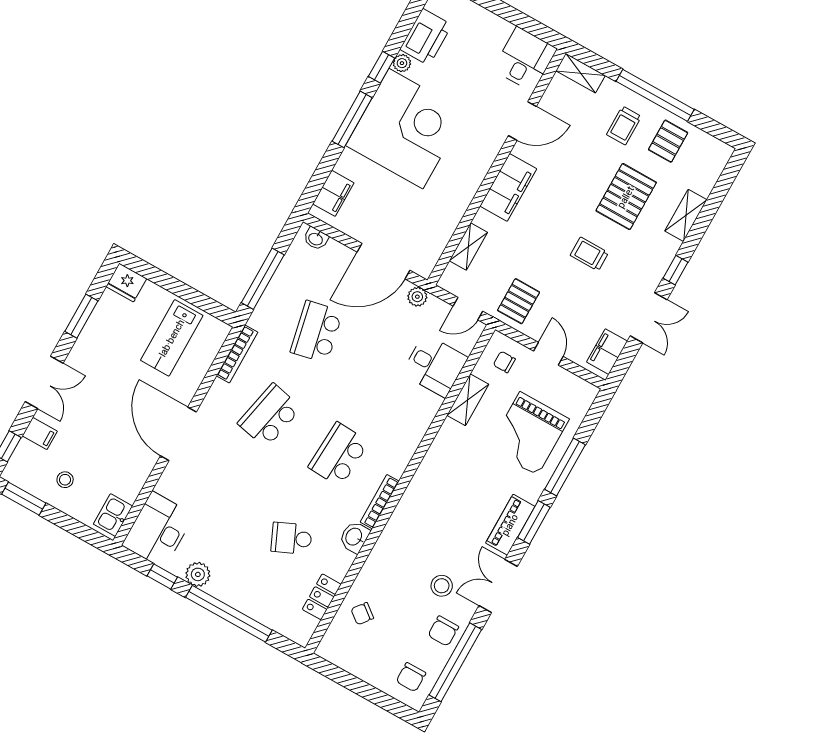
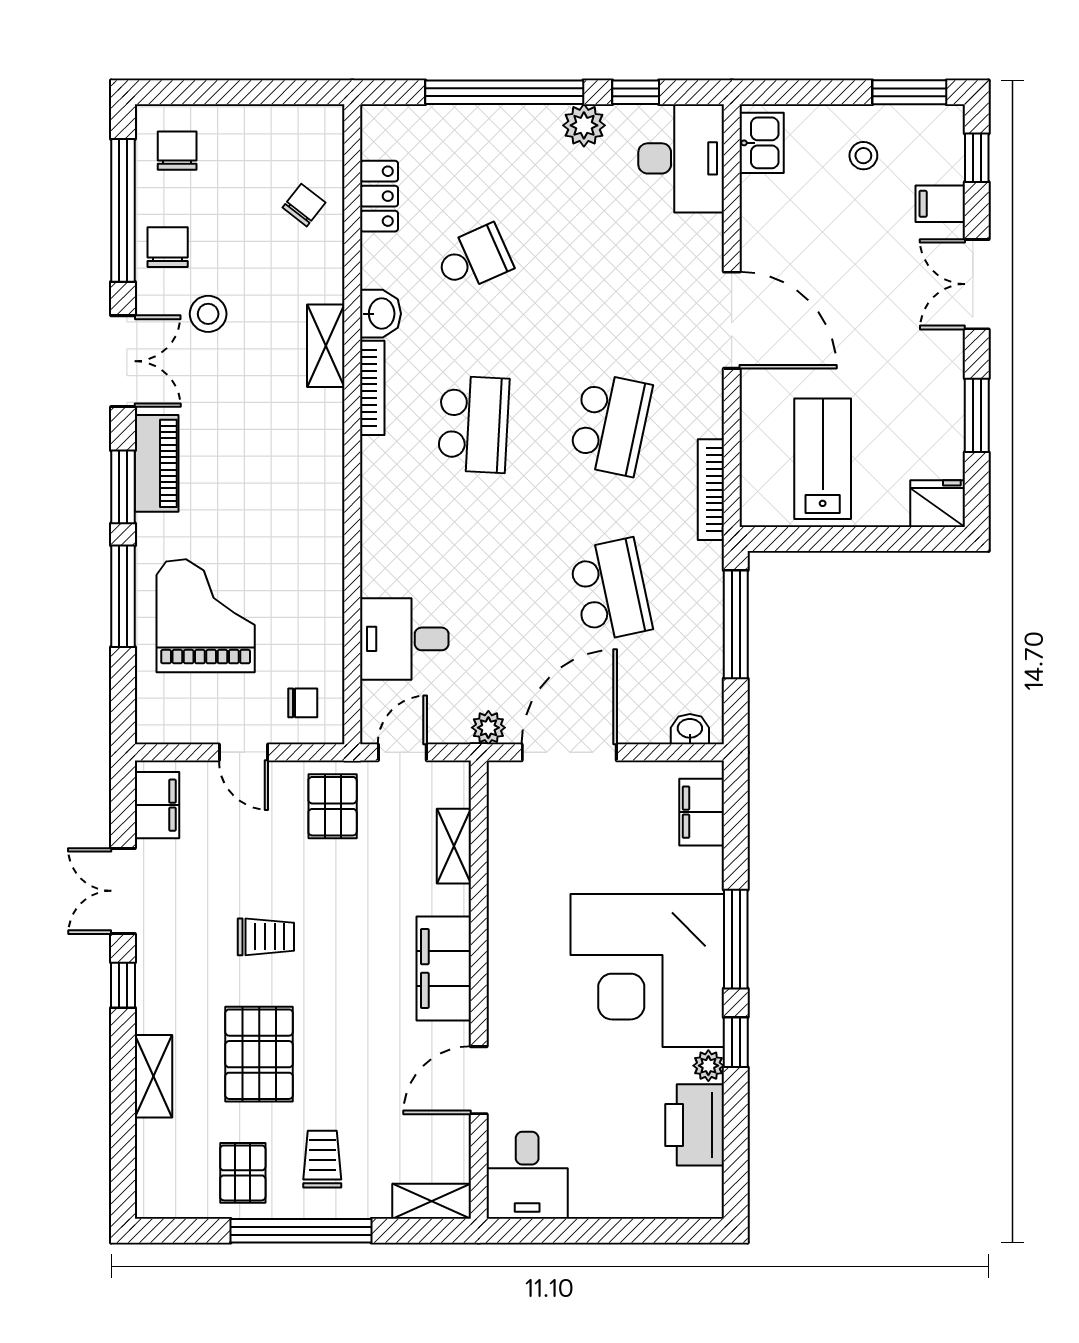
shelving: (468, 400) -> (326, 346), moved

